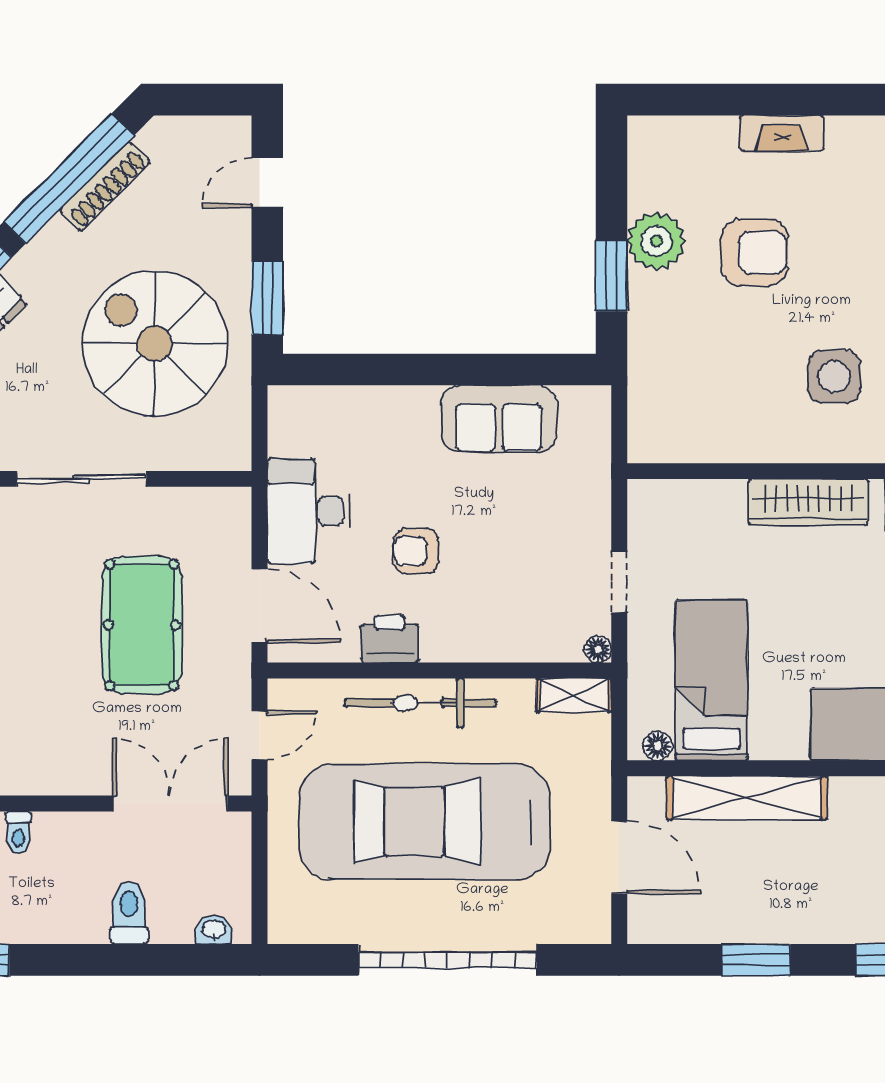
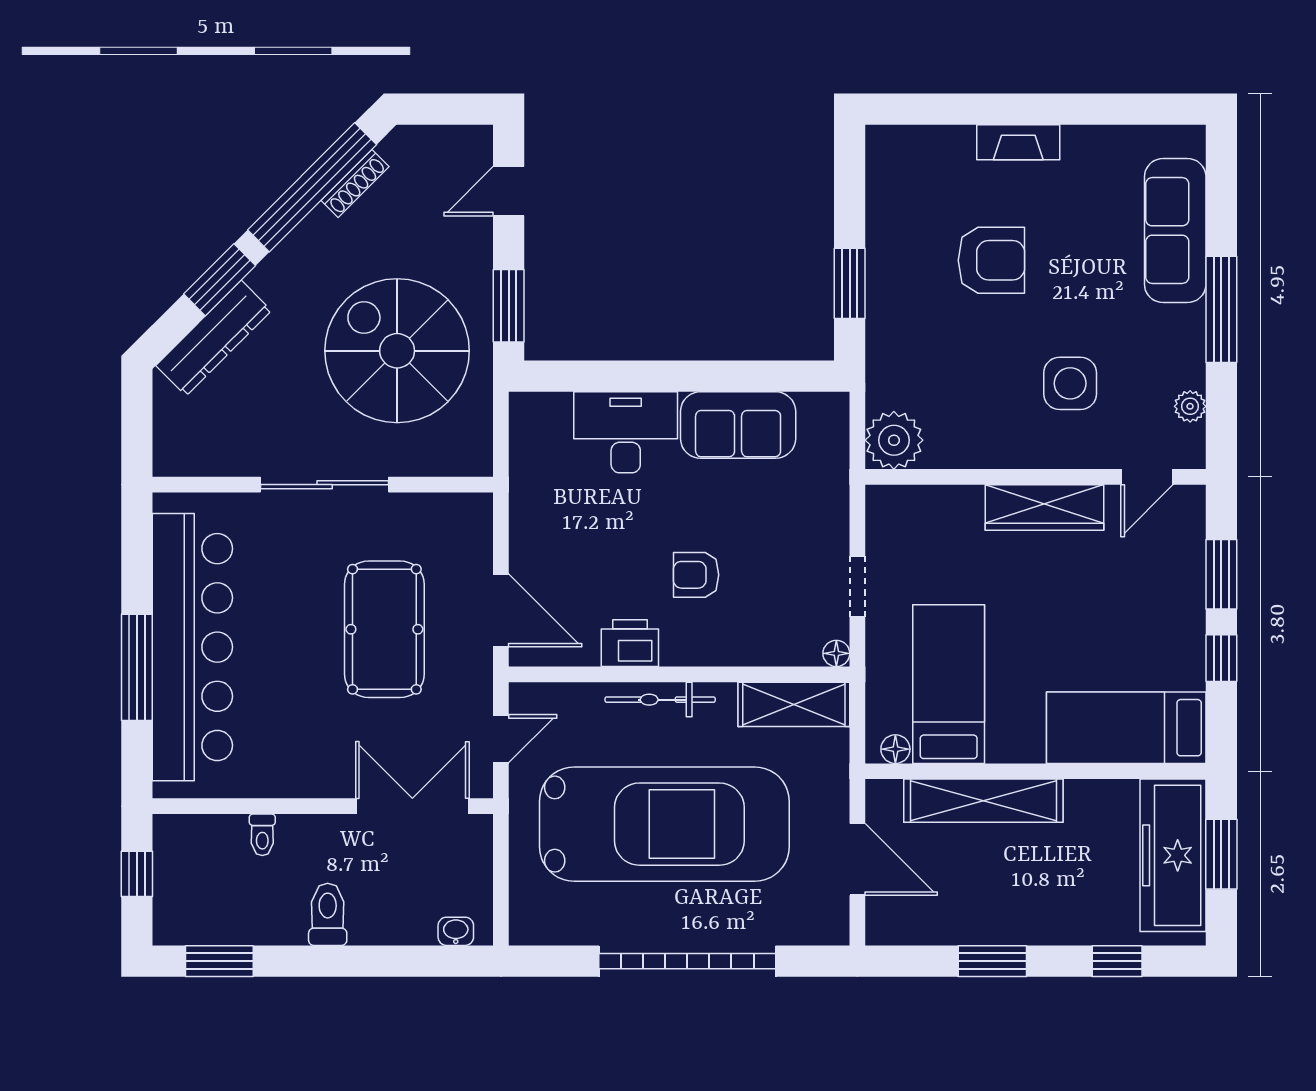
shoe rack: (105, 186) -> (355, 184), width x0.74, depth x0.81
plant: (656, 241) -> (894, 440), moved
desk: (308, 511) -> (626, 432), moved, turned 90
armchair: (416, 551) -> (696, 575), moved
shelving: (574, 695) -> (794, 704), width x1.50, depth x1.33
bicycle: (420, 703) -> (660, 700), width x0.73, depth x0.71
car: (424, 822) -> (664, 824), turned 180
toilet: (129, 913) -> (328, 914), moved

